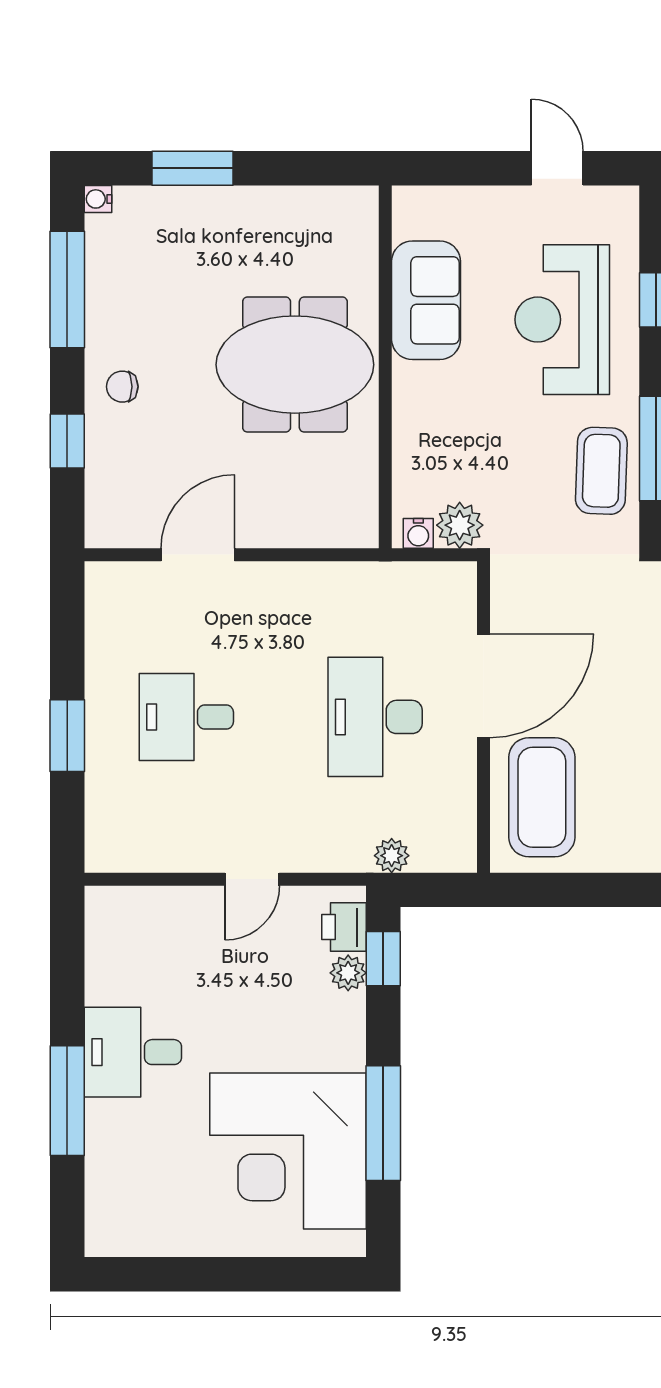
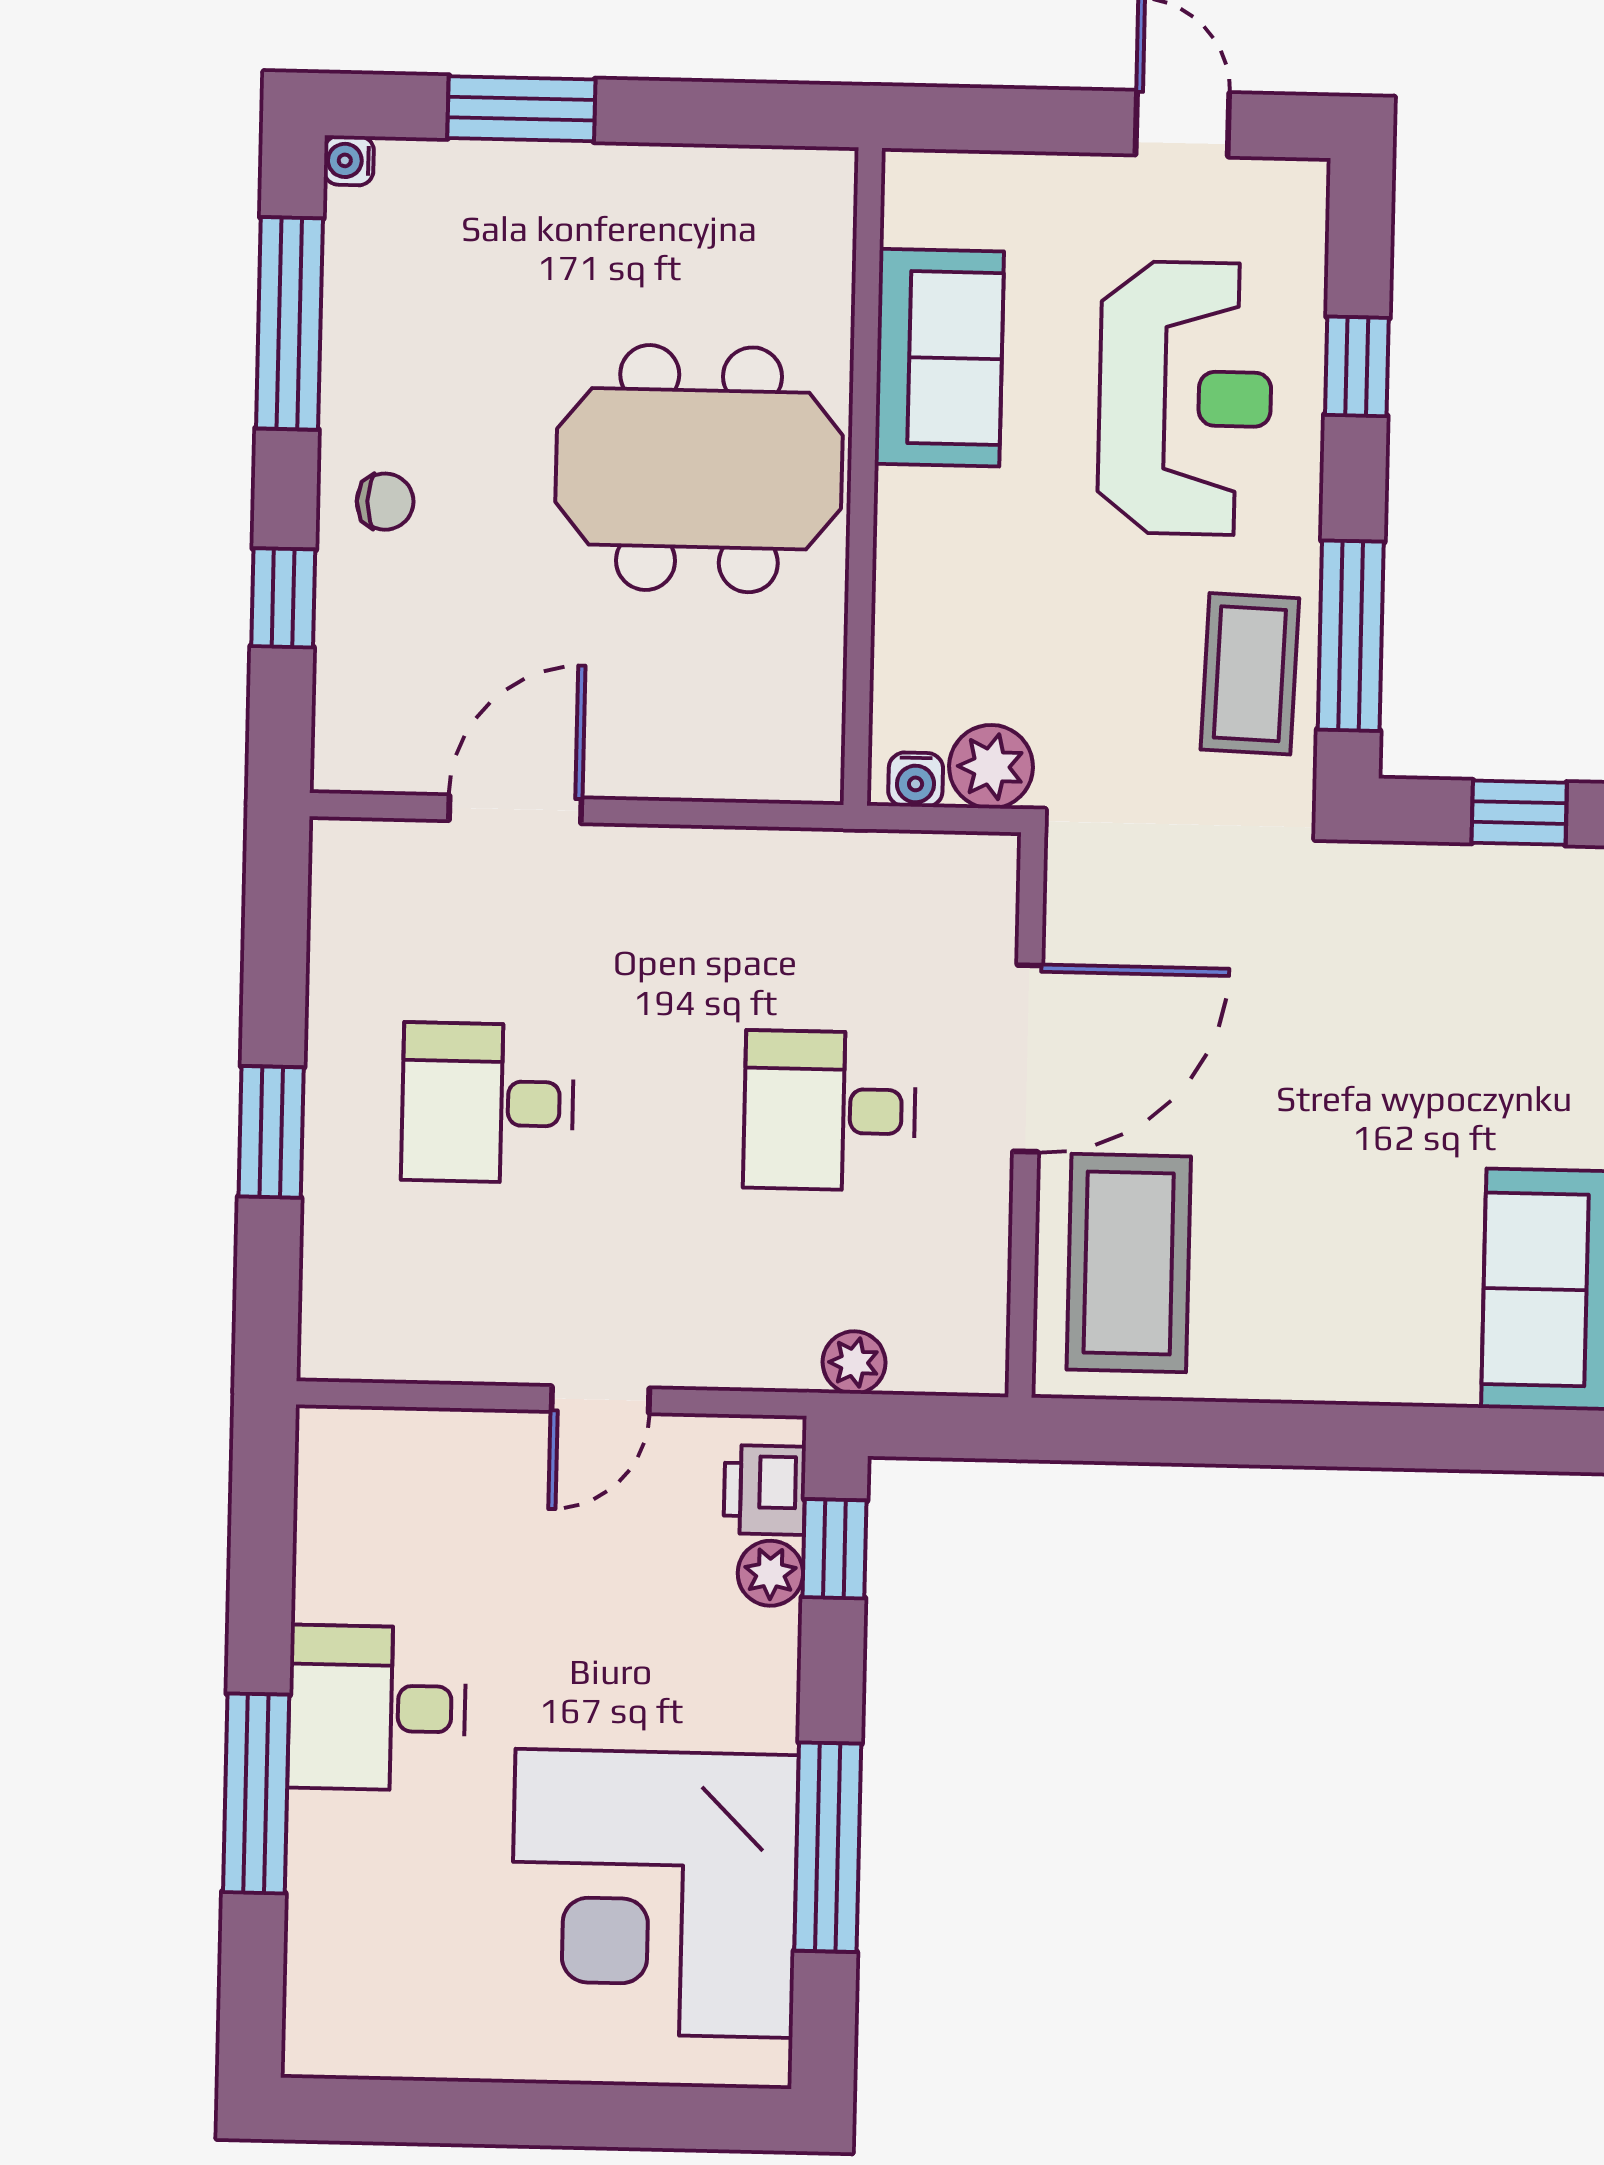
reception desk: (562, 320) -> (1185, 398), turned 180
chair: (122, 387) -> (385, 502), turned 180
desk: (375, 717) -> (830, 1111), width x0.73

